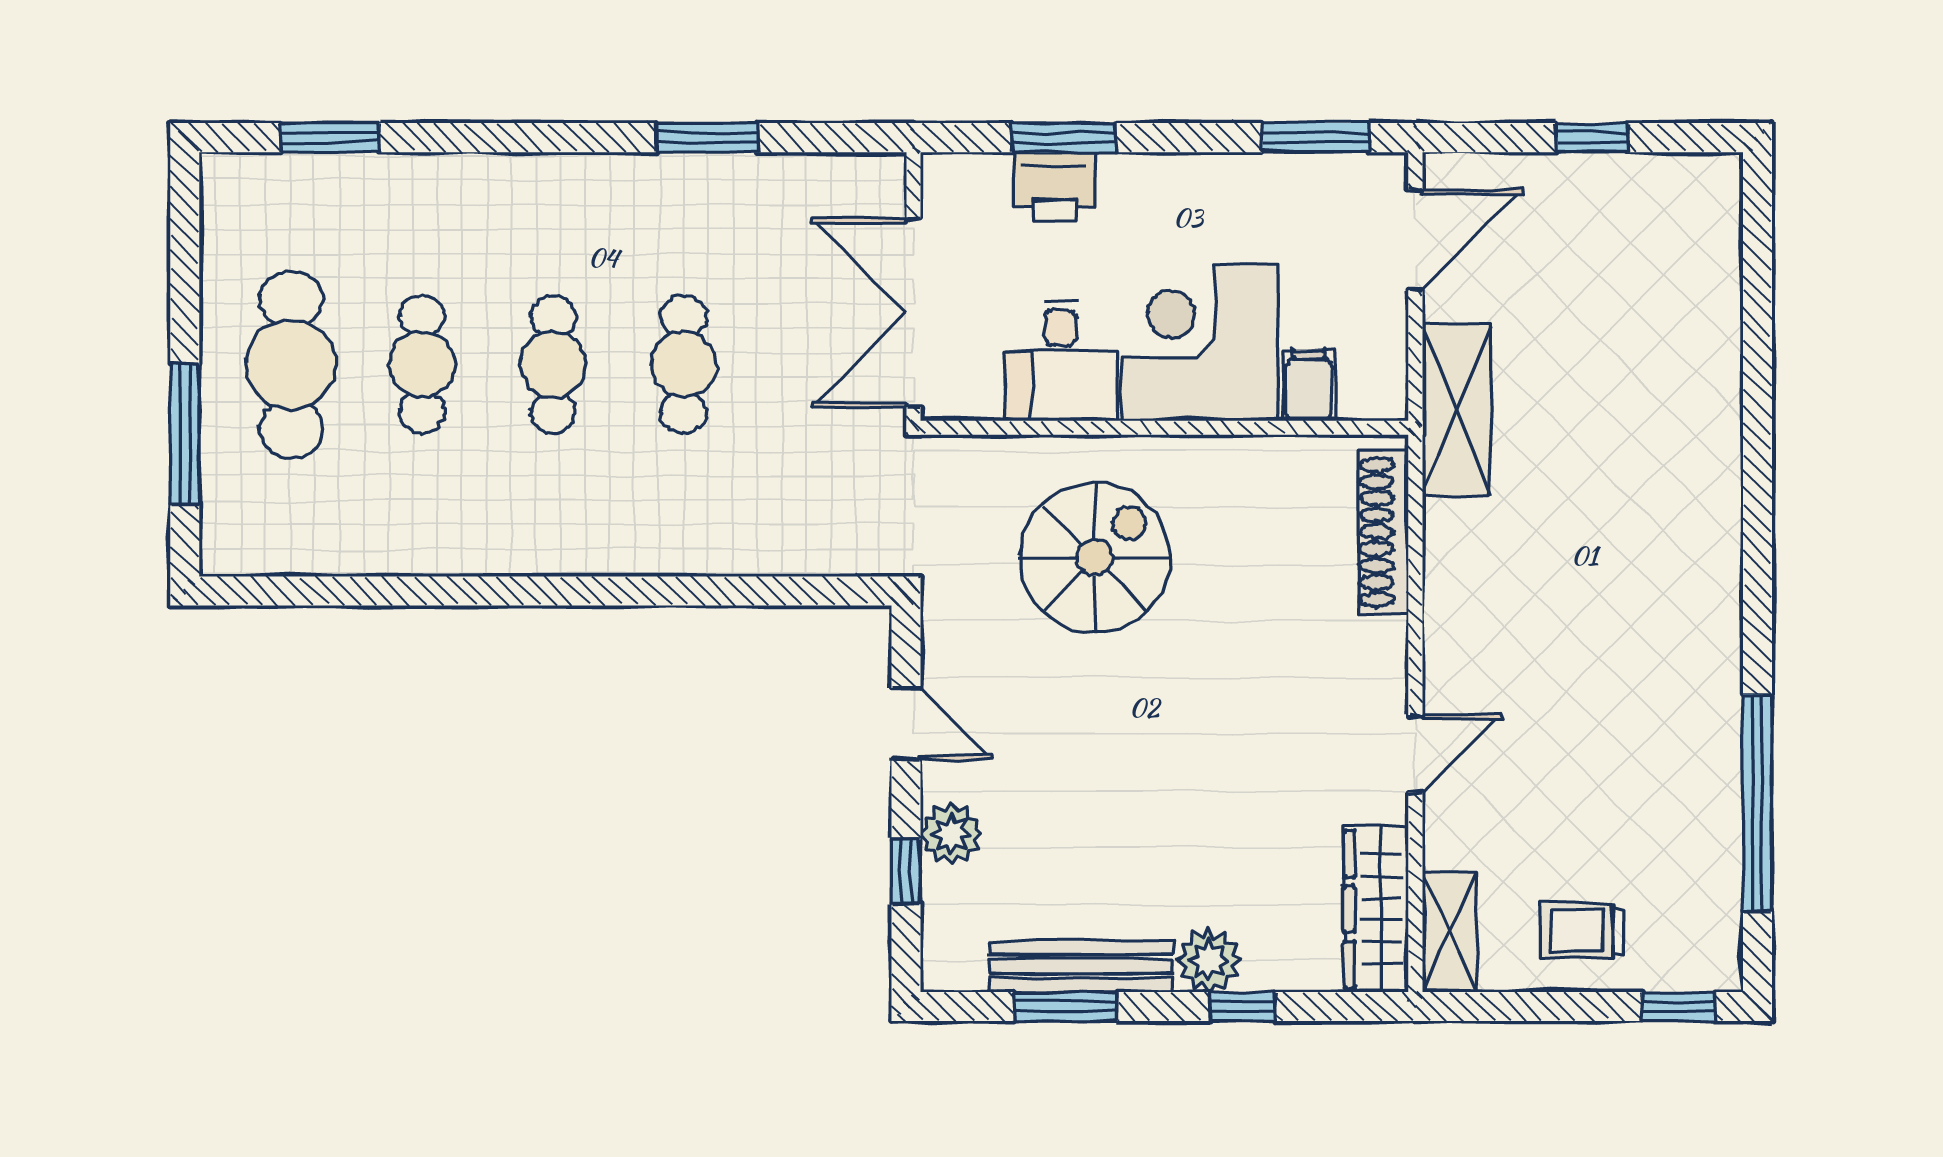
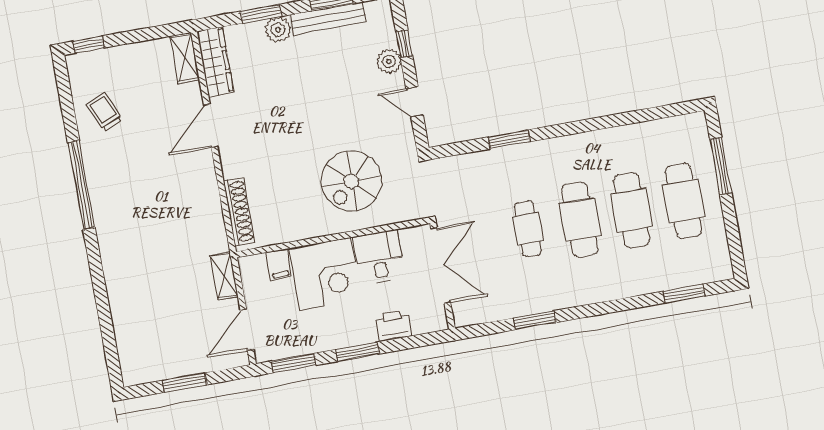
window: (1063, 138) -> (357, 352), moved
window: (1592, 138) -> (184, 383), width x1.50
cafe table: (422, 364) -> (632, 210), width x1.37, depth x1.35
cafe table: (553, 364) -> (580, 219), width x1.37, depth x1.35
shelving: (1457, 410) -> (224, 276), width x0.67, depth x0.75
window: (692, 591) -> (509, 139), added
door: (1415, 754) -> (211, 126), width x1.38
window: (1757, 803) -> (81, 185), moved
trolley: (1582, 931) -> (105, 112), moved, turned -113
window: (1242, 1006) -> (261, 14), width x1.50

